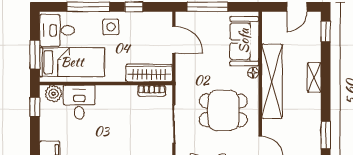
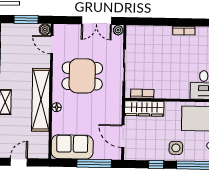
sofa: (244, 41) -> (72, 147), moved, turned -90

